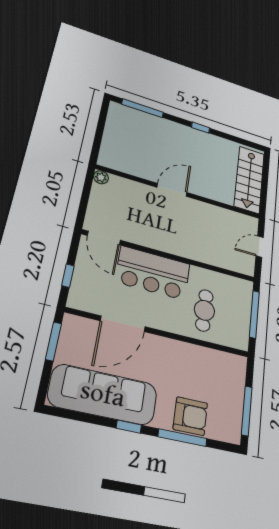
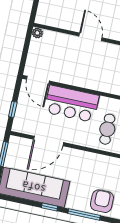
door: (172, 190) -> (91, 37), hinge flipped
armchair: (190, 416) -> (102, 201), moved, turned -90

